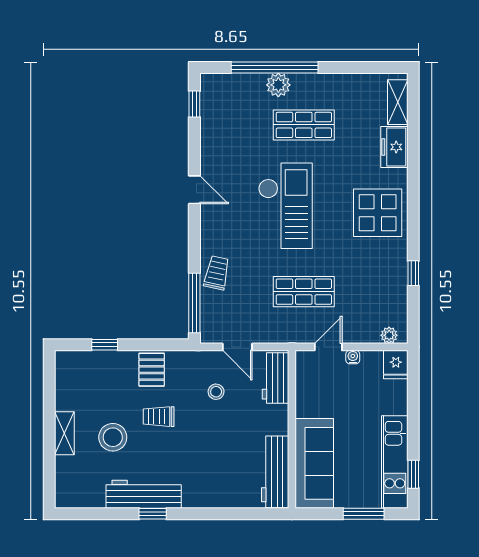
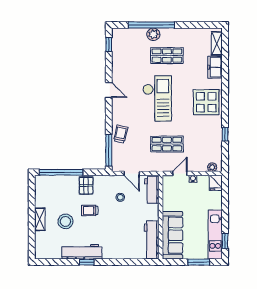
window: (105, 345) -> (61, 172), width x3.17

